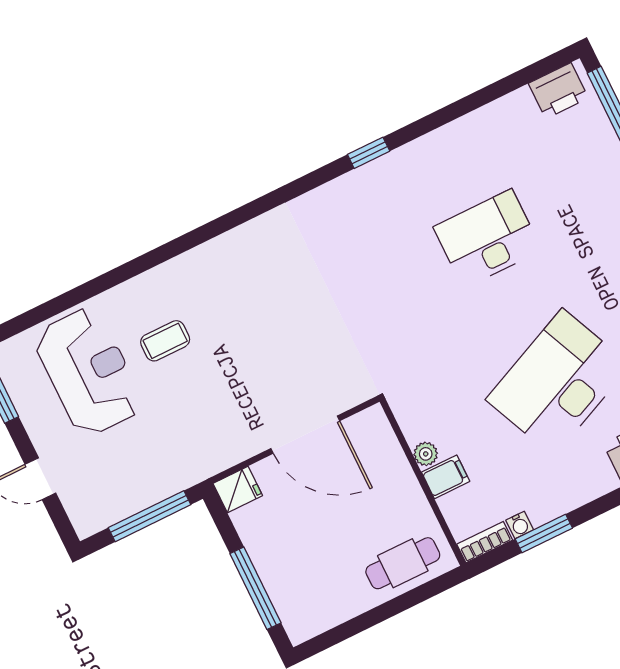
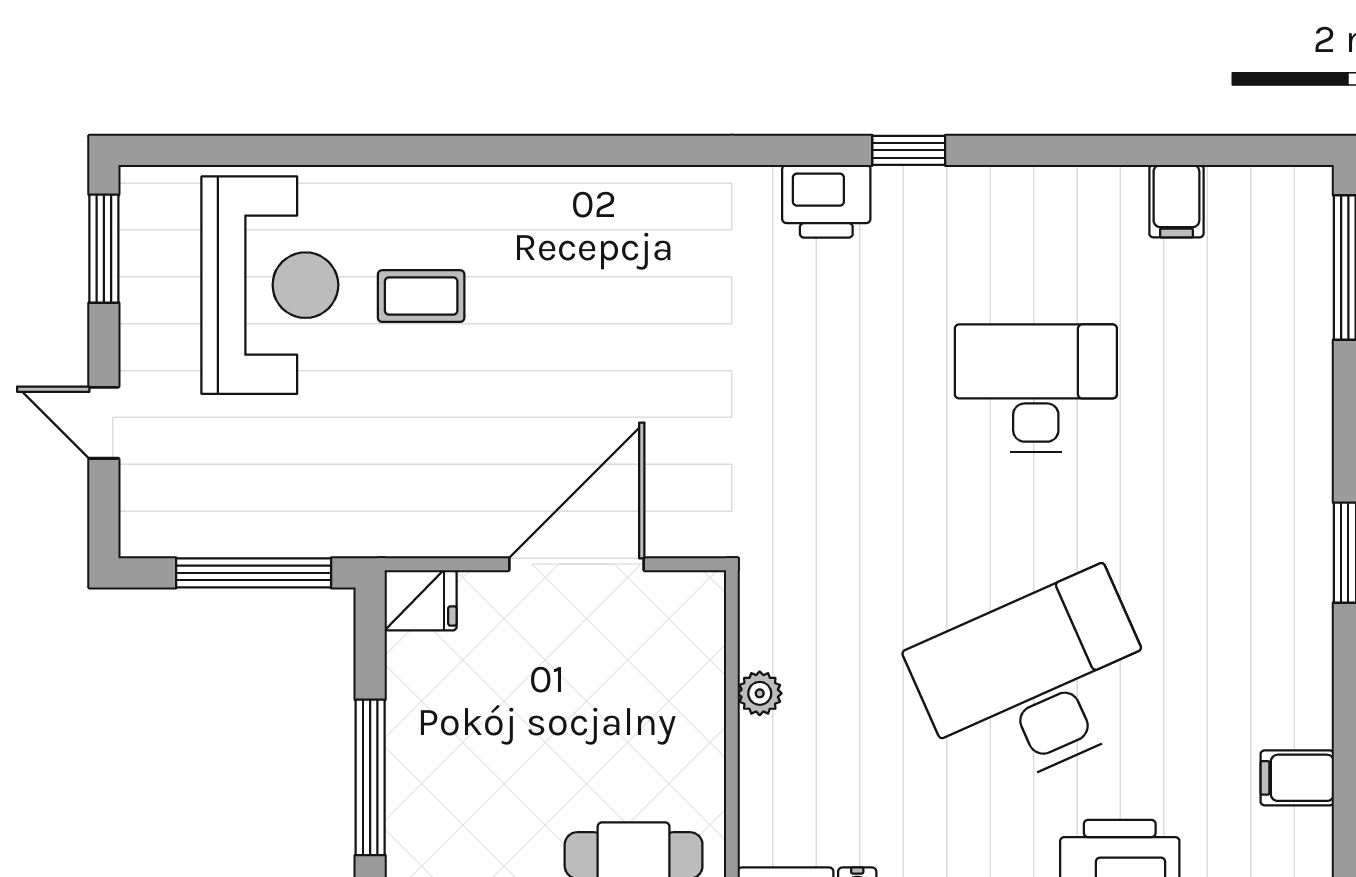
printer: (558, 91) -> (826, 201), moved
door: (305, 435) -> (576, 564), swing flipped
filing cabinet: (446, 477) -> (1176, 201), moved, turned 90

